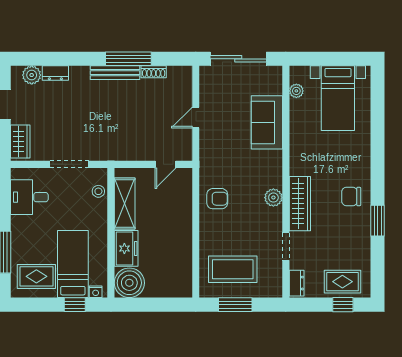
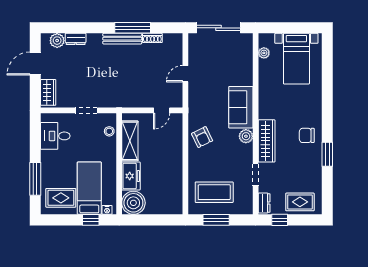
sofa: (267, 122) -> (241, 107), moved
doorway: (69, 164) -> (86, 110), width x0.73
armchair: (217, 199) -> (202, 137), turned 64
window: (343, 305) -> (280, 220), moved

